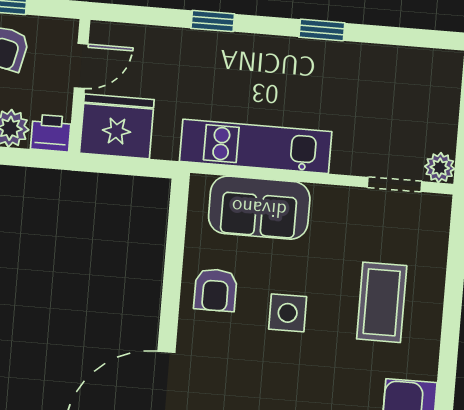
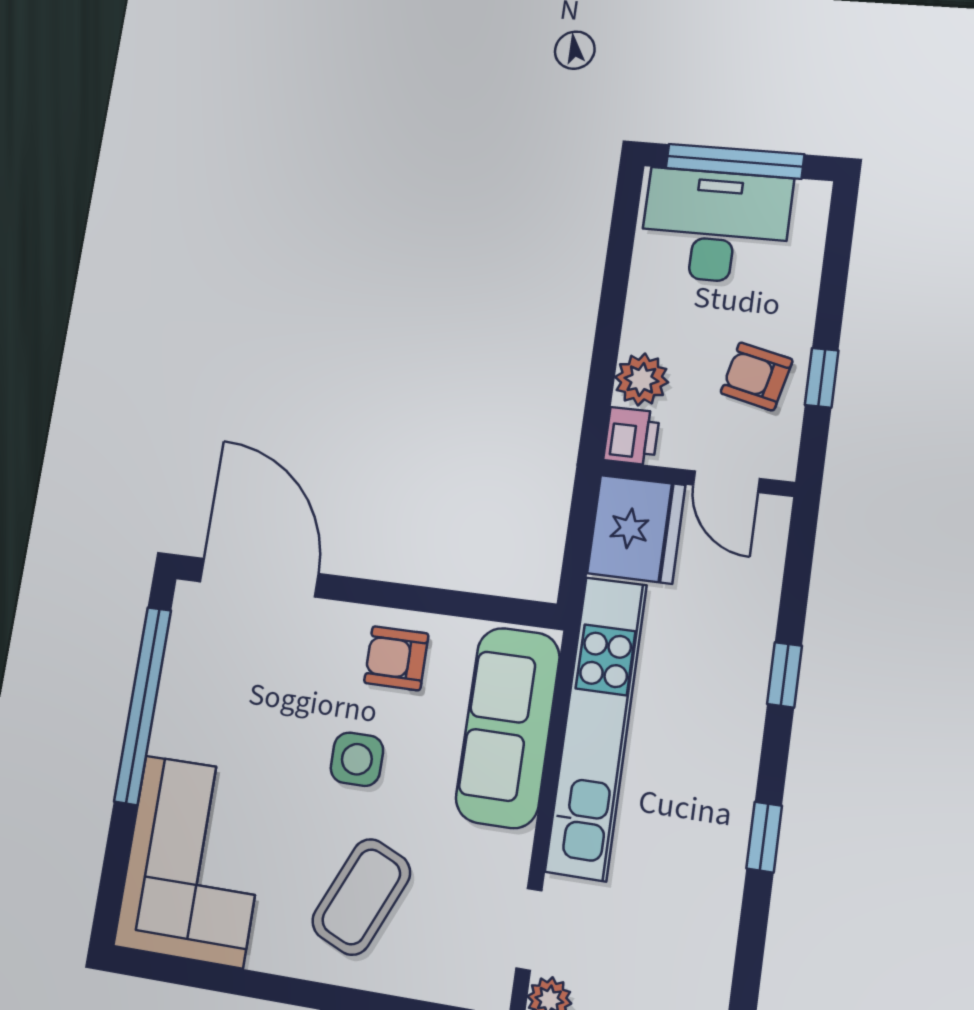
kitchen unit: (256, 146) -> (596, 727), width x1.36
sofa: (259, 208) -> (508, 727), width x1.36
coffee table: (382, 302) -> (361, 897), turned -66

